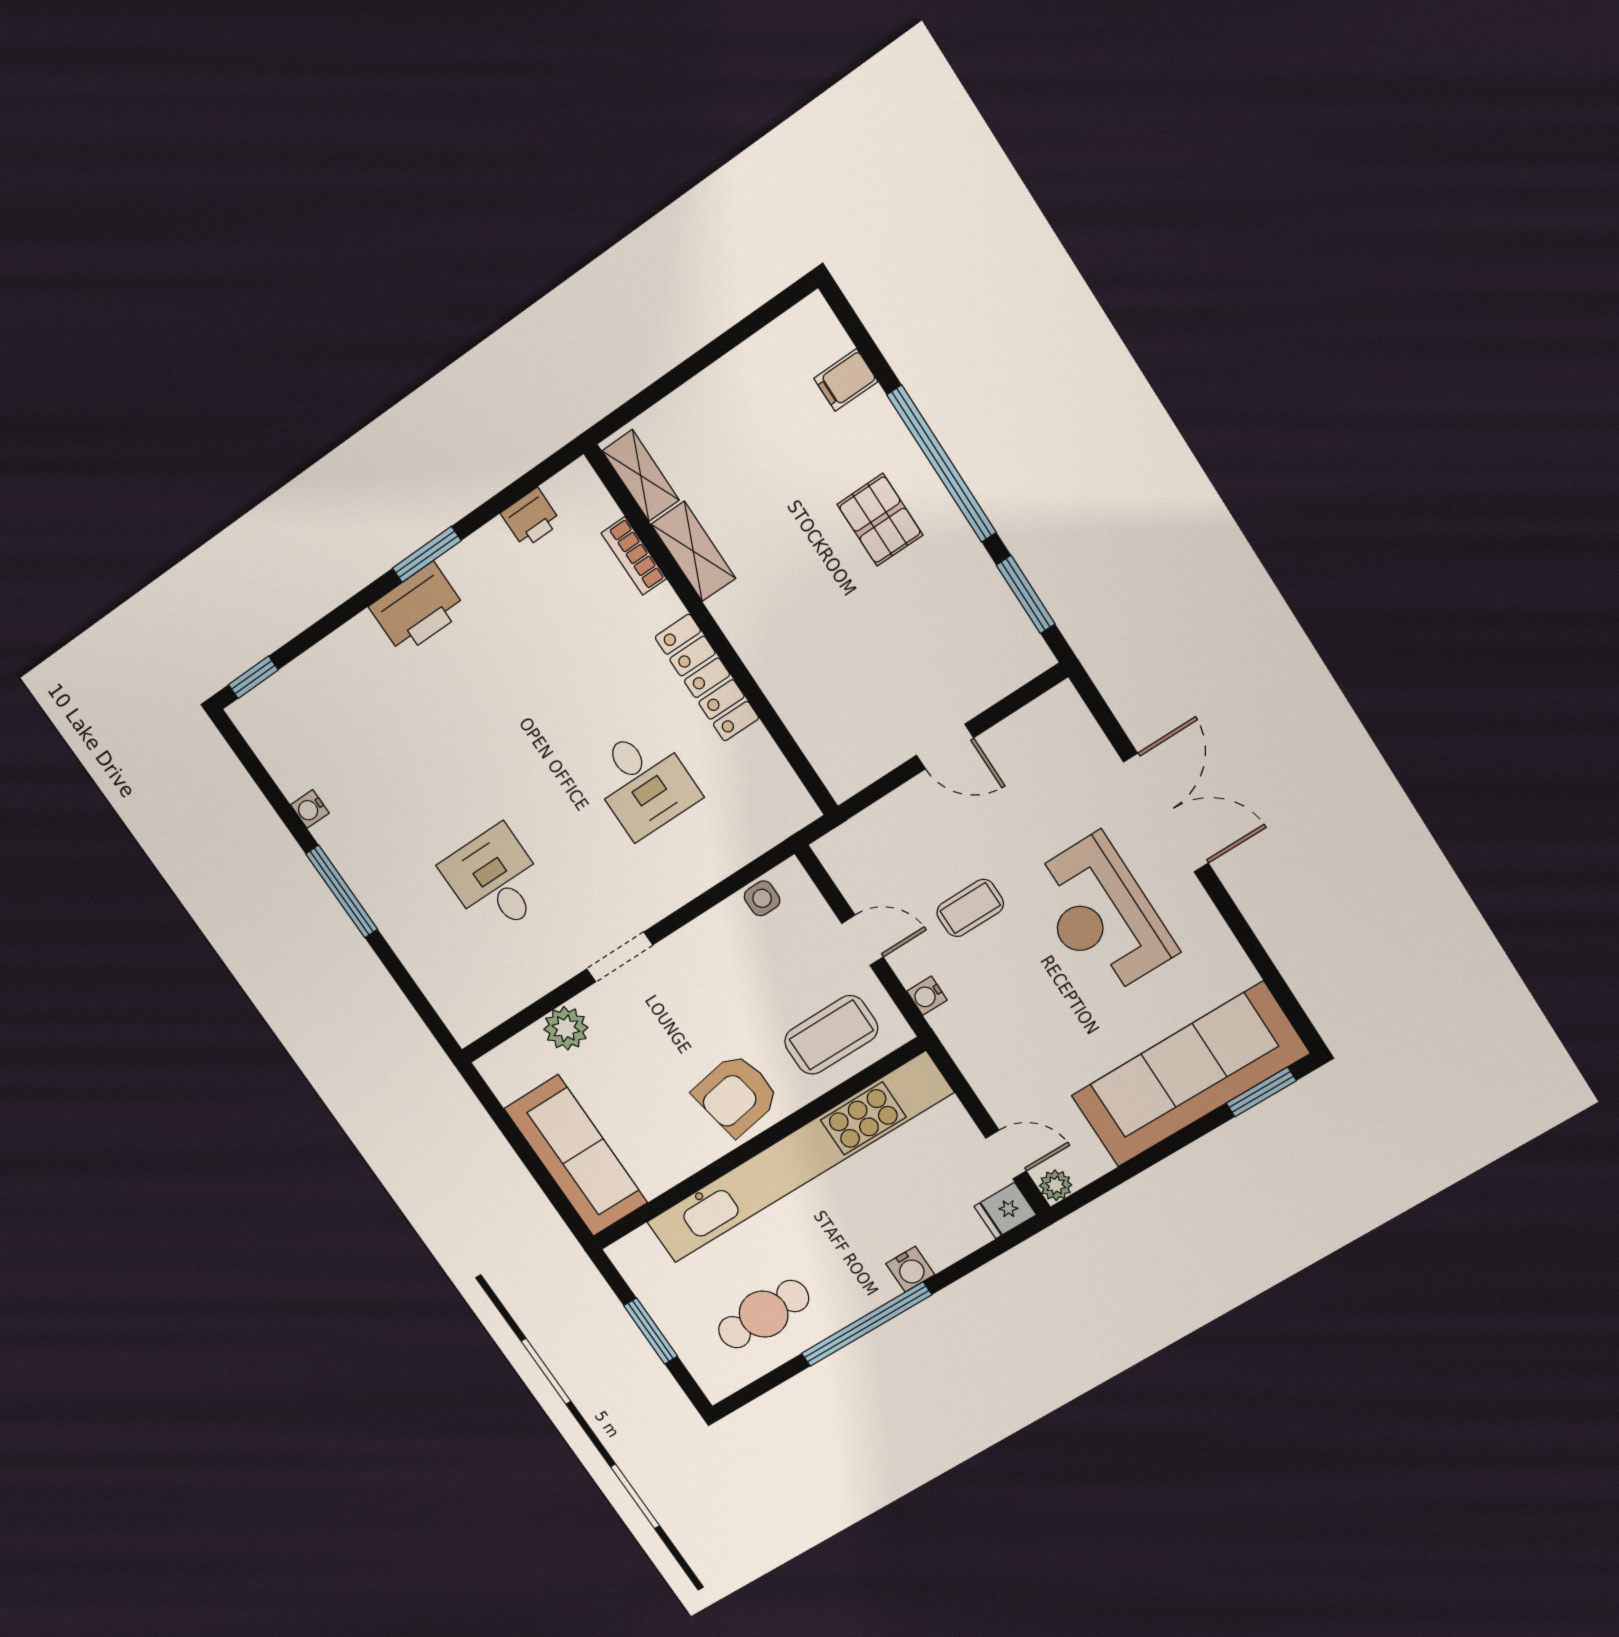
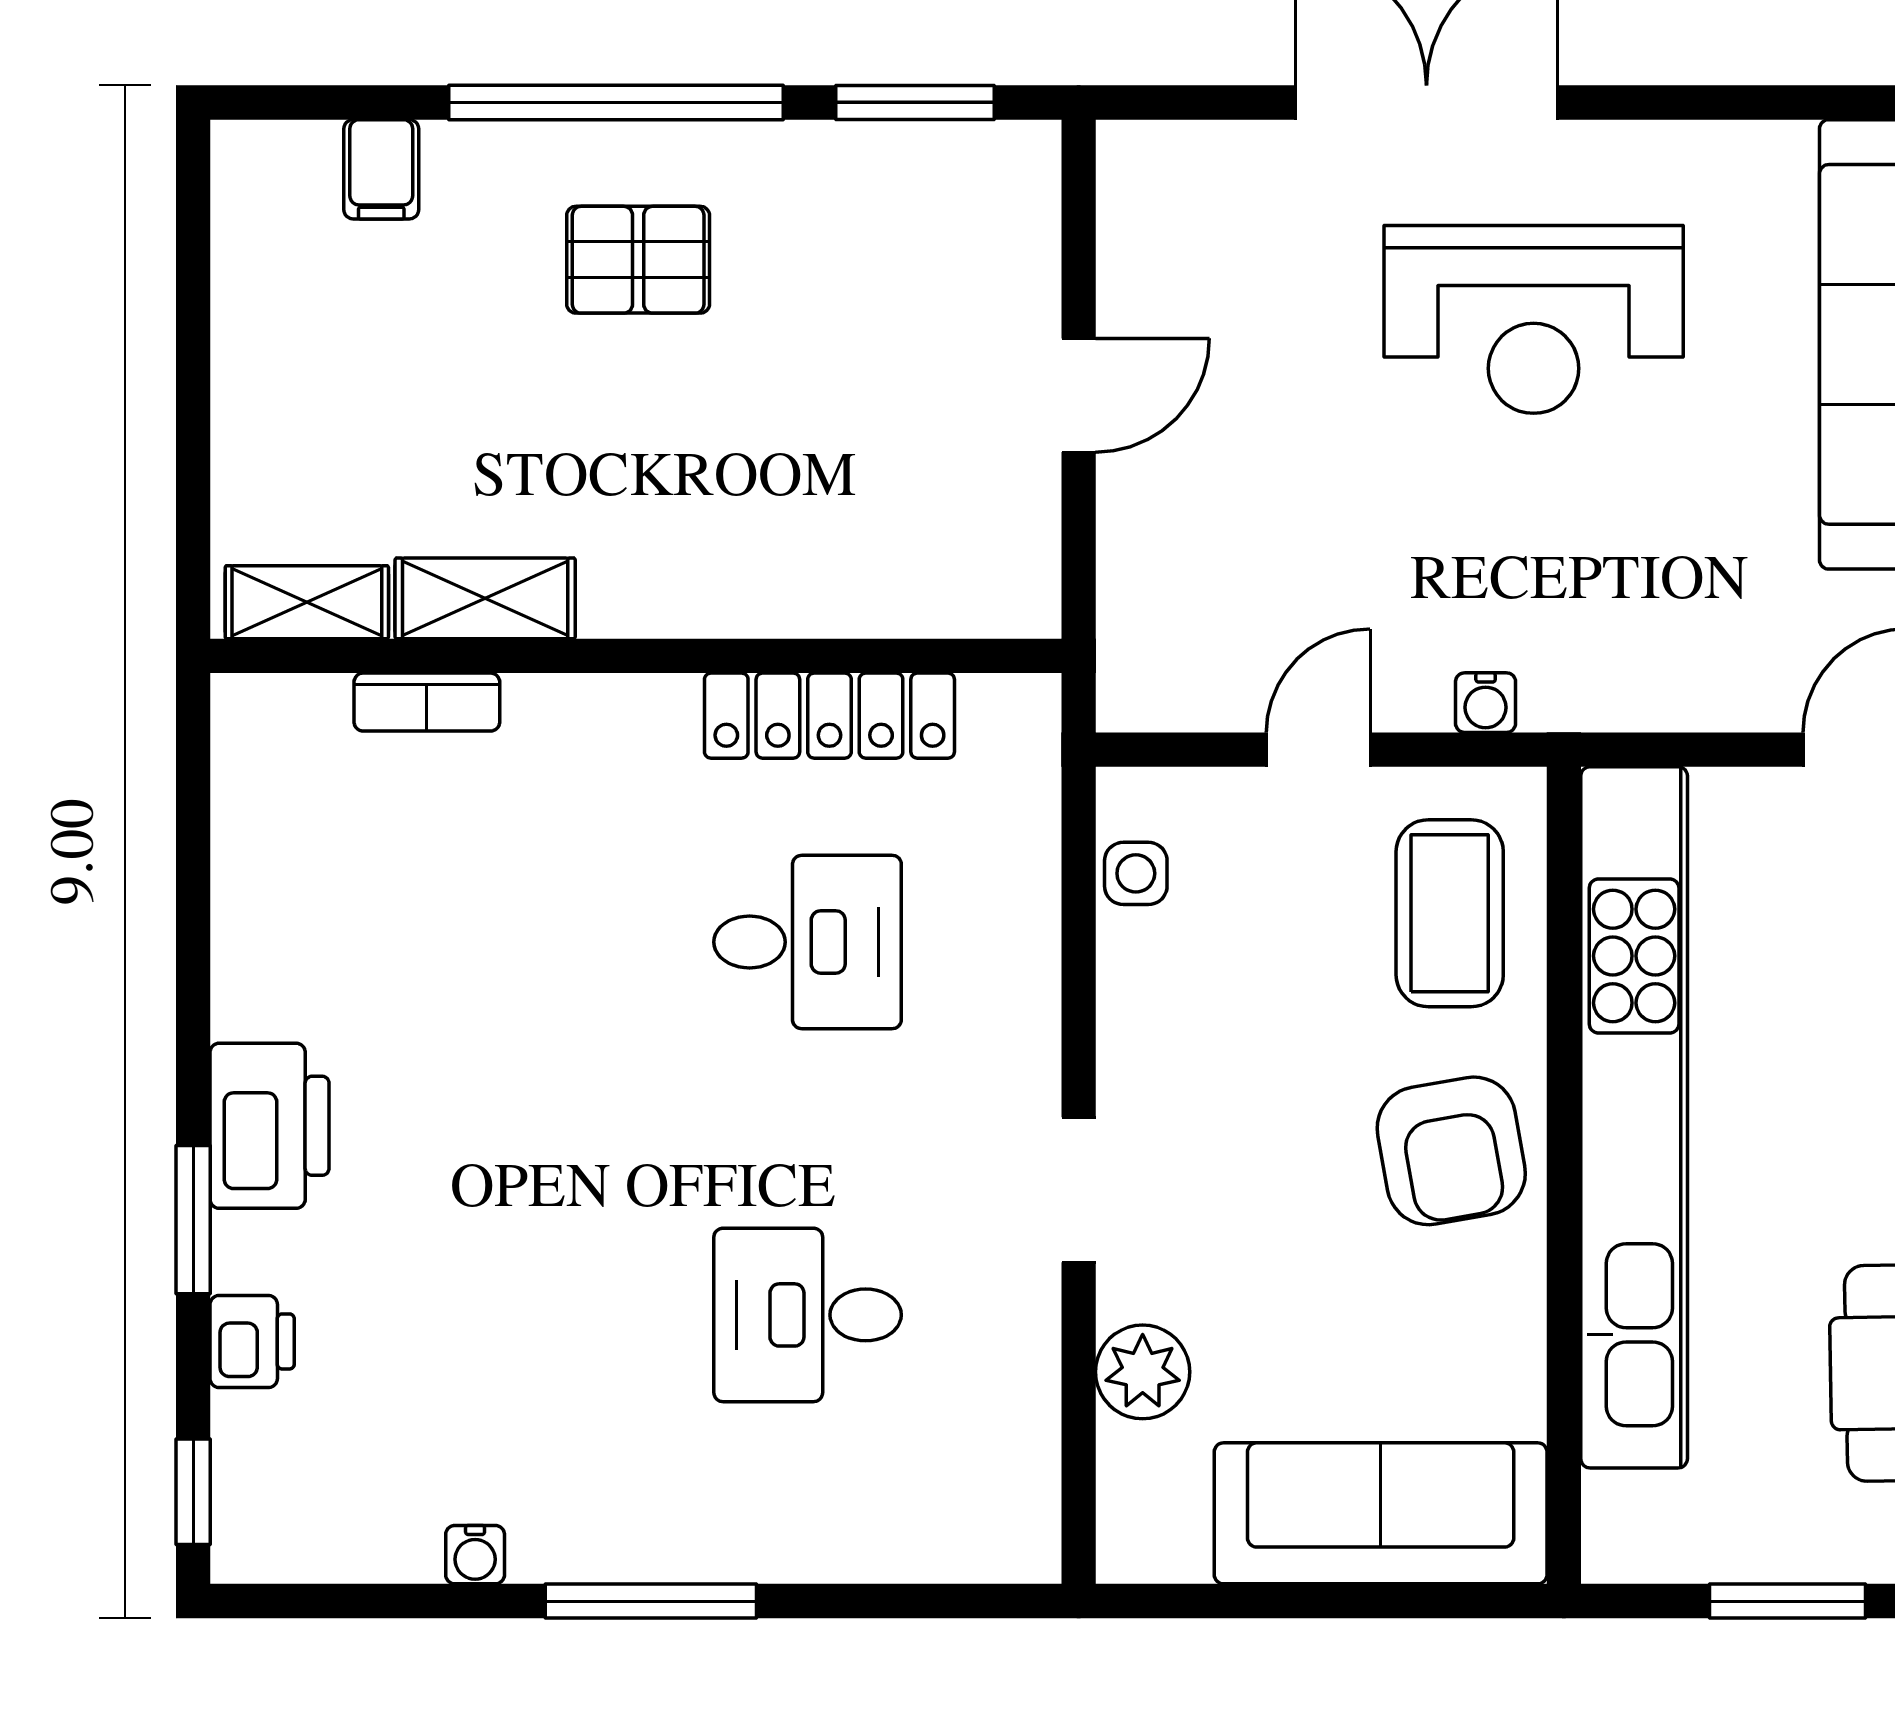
printer: (531, 518) -> (252, 1341), moved
window: (427, 554) -> (193, 1220), moved
locker: (707, 678) -> (829, 716), moved
coffee table: (970, 908) -> (1380, 531), removed

